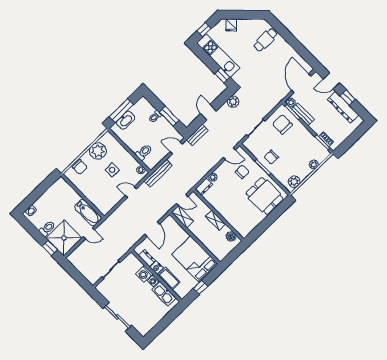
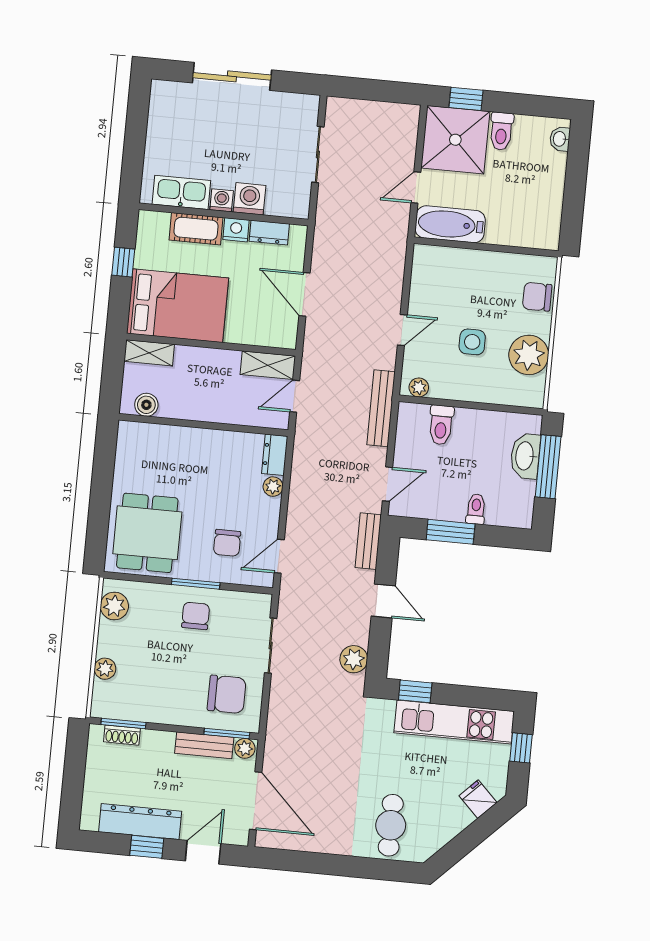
dining table: (265, 196) -> (147, 533), turned 90
shelving: (215, 220) -> (149, 353), moved

